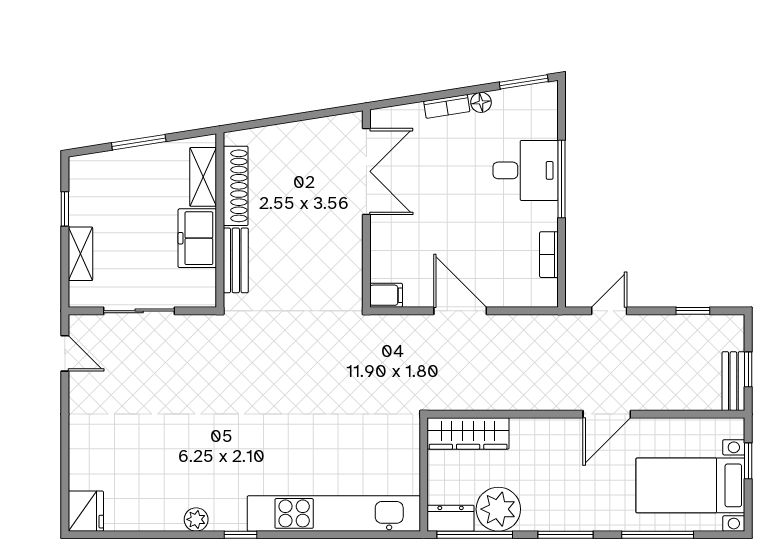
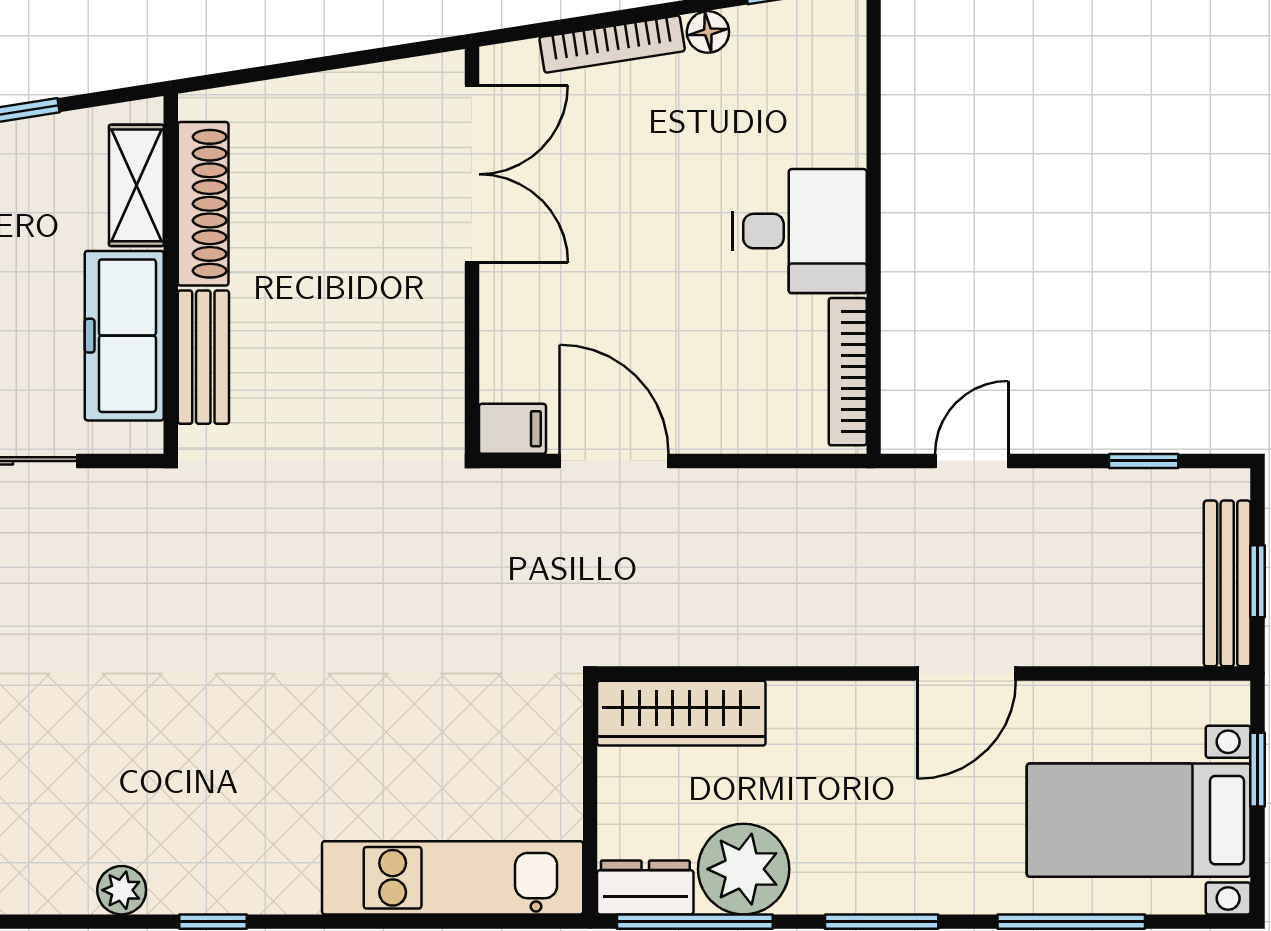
bookcase: (447, 106) -> (612, 44), width x1.56
desk: (526, 170) -> (800, 231), moved
window: (562, 179) -> (874, 190), removed
freezer: (197, 238) -> (124, 336), width x1.40
bookcase: (549, 255) -> (848, 372), width x1.56
door: (460, 311) -> (614, 461), moved
bench: (733, 381) -> (1227, 583), width x1.36
kitchen unit: (334, 513) -> (453, 878), width x0.73

